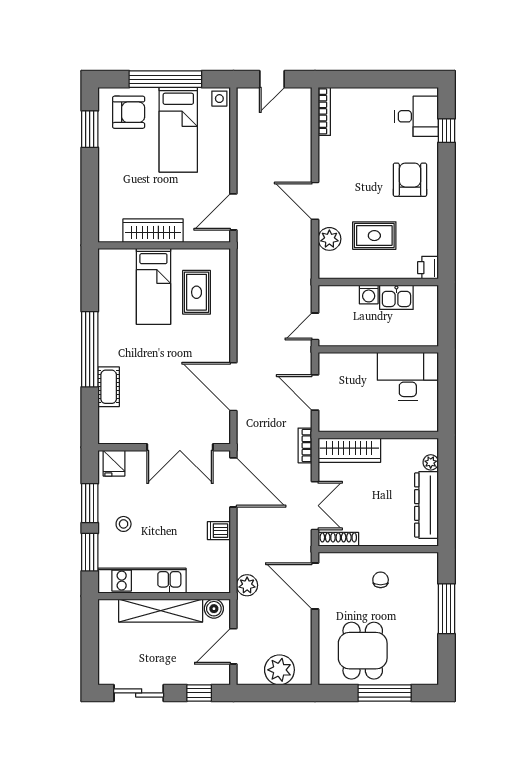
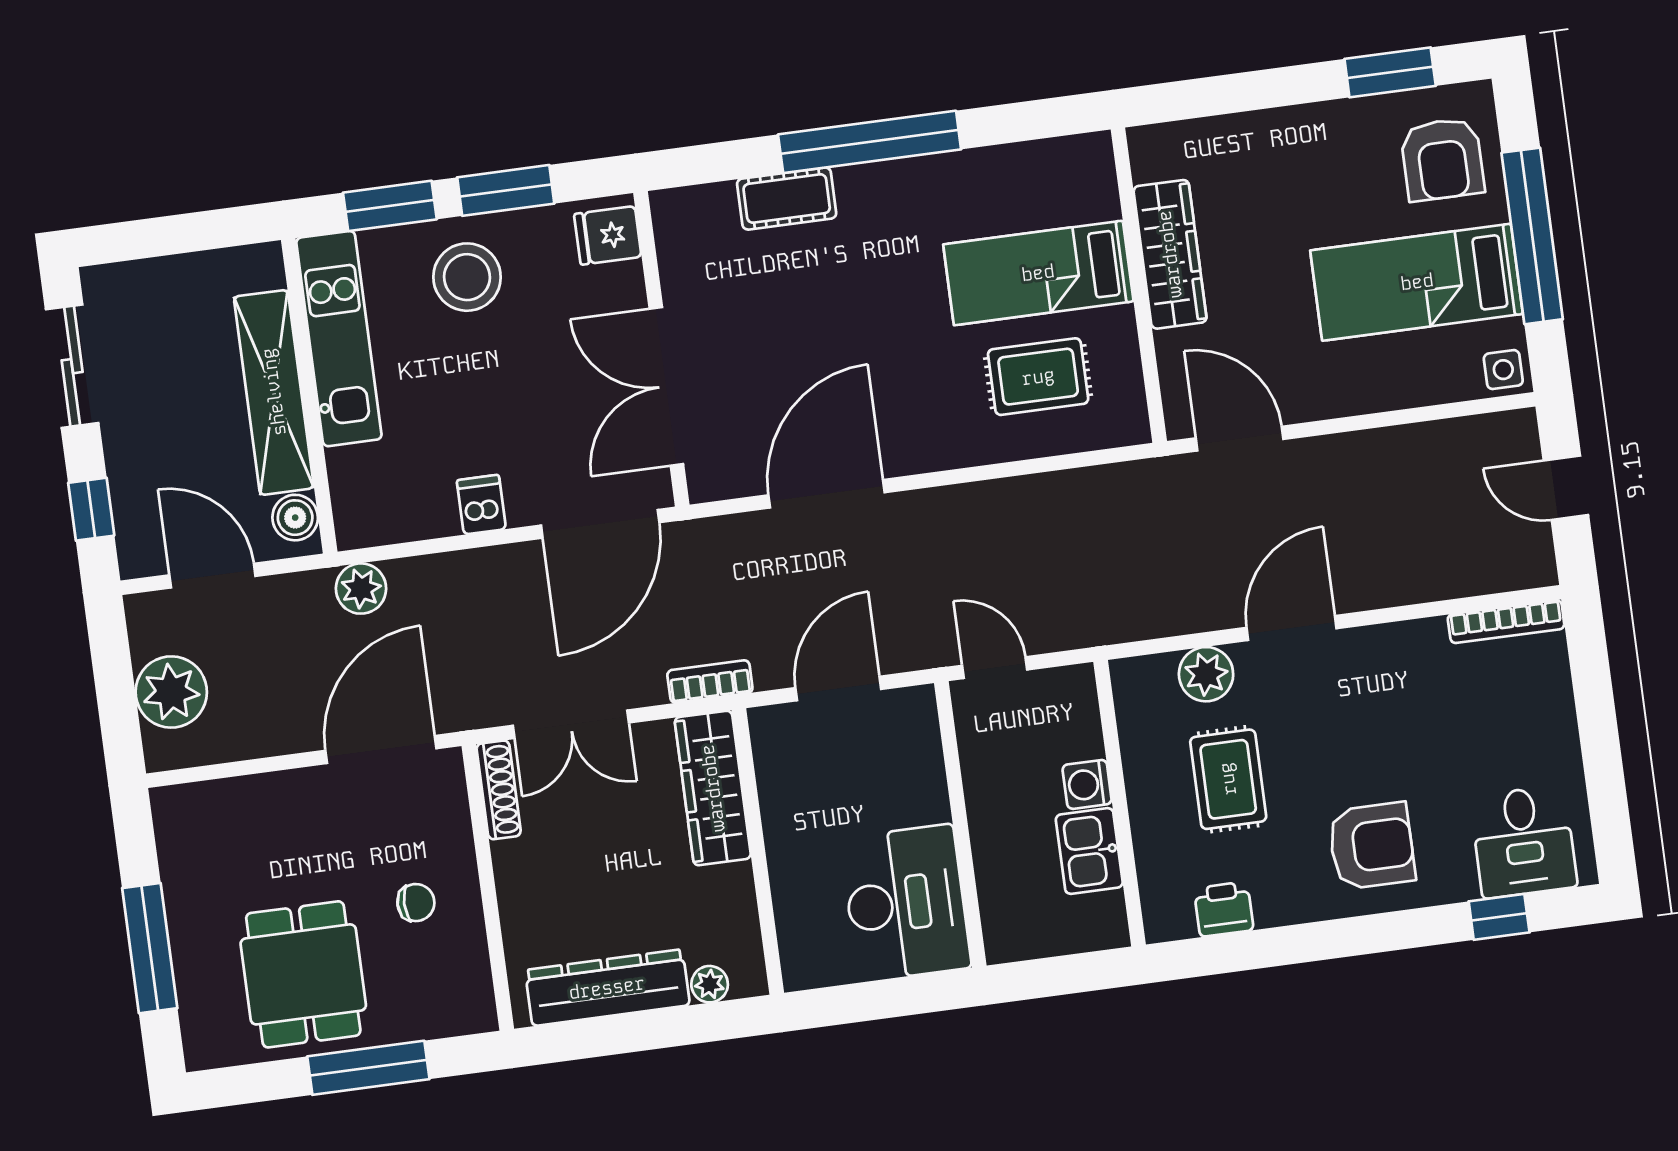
printer: (428, 268) -> (1224, 909), moved
stool: (124, 524) -> (467, 277), width x1.89, depth x1.89
dining table: (363, 651) -> (303, 974), moved, turned 90

